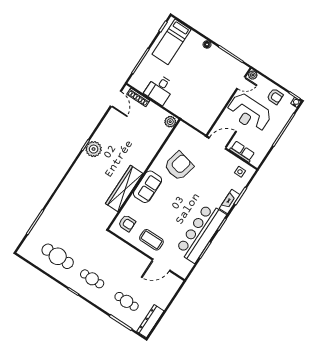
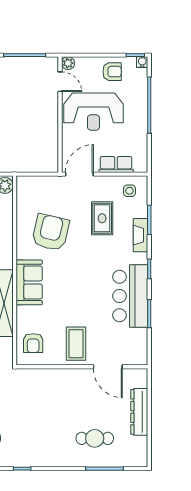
door: (241, 83) -> (60, 82), hinge flipped
rug: (214, 177) -> (102, 218), added
armchair: (127, 223) -> (33, 343), turned 90
bar counter: (201, 233) -> (130, 296), width x0.73
coffee table: (151, 240) -> (76, 344), turned 90
door: (161, 265) -> (108, 367), hinge flipped
cafe table: (92, 279) -> (35, 438), removed
dresser: (150, 321) -> (139, 412), moved

